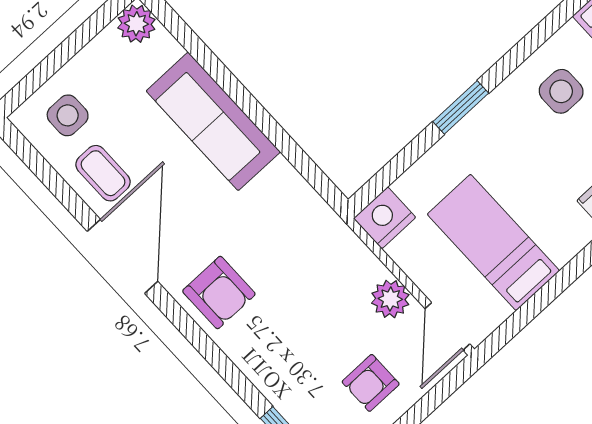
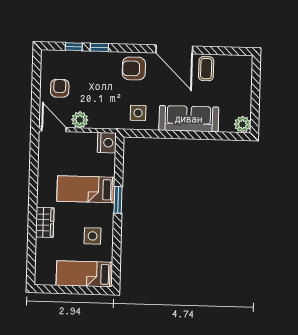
side table: (68, 115) -> (138, 113), moved
coffee table: (103, 173) -> (206, 69), turned 90
bed: (493, 242) -> (86, 189), moved, turned 180
window: (239, 383) -> (99, 47), added

